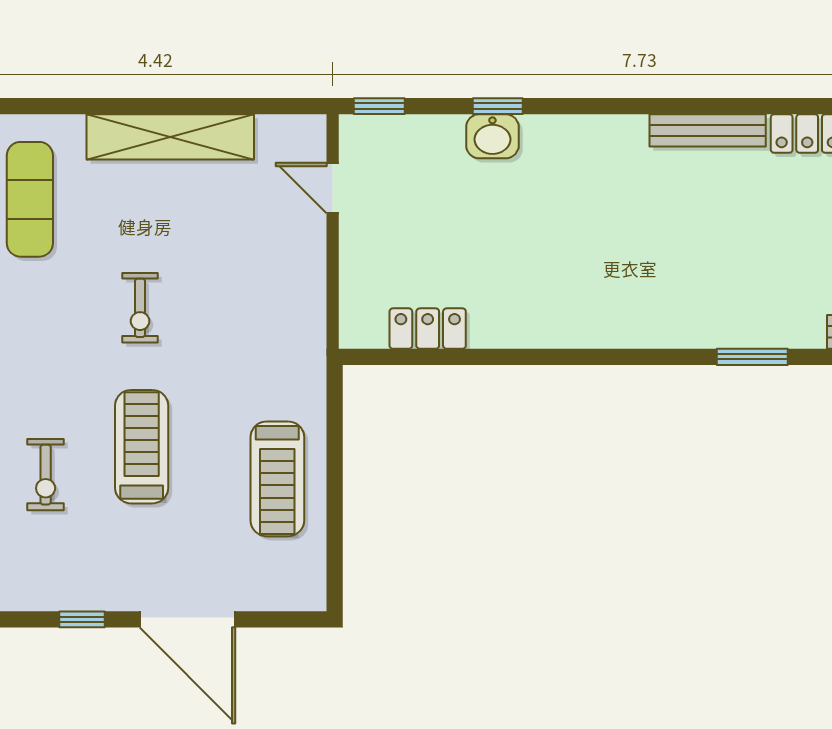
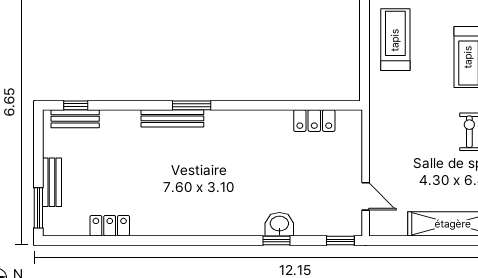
bench: (708, 130) -> (172, 118), moved
window: (752, 357) -> (192, 105), moved

